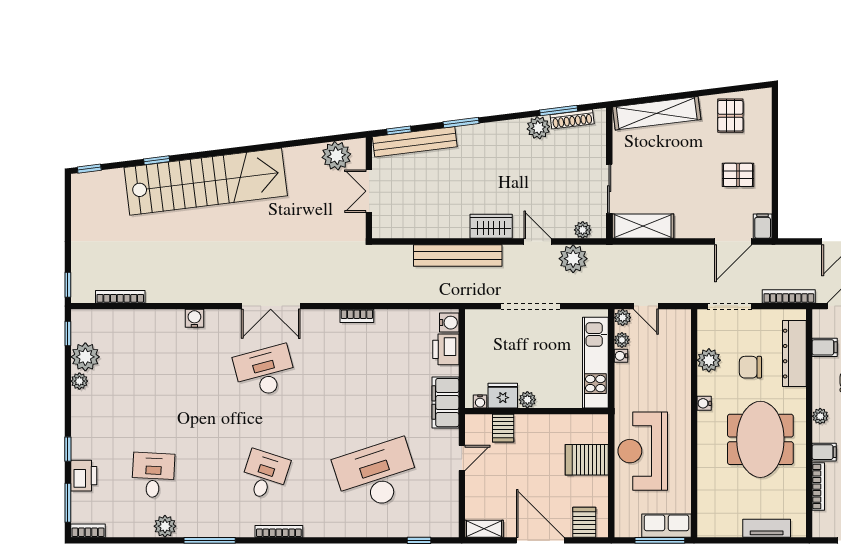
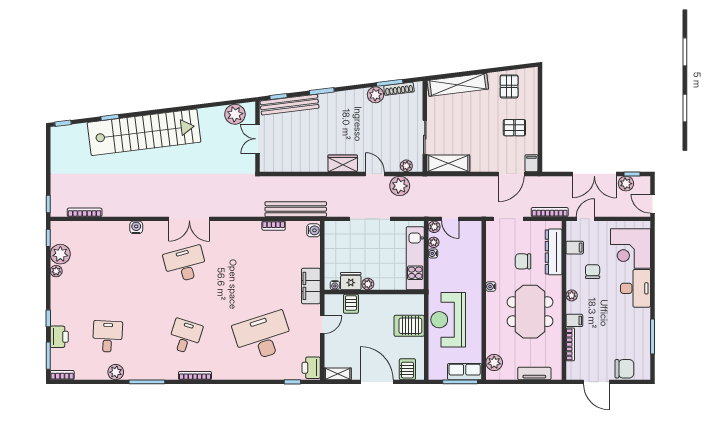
bench: (458, 255) -> (296, 209), moved
bookcase: (357, 316) -> (274, 226), moved
printer: (446, 349) -> (311, 368), moved
plant: (709, 360) -> (494, 363), moved

